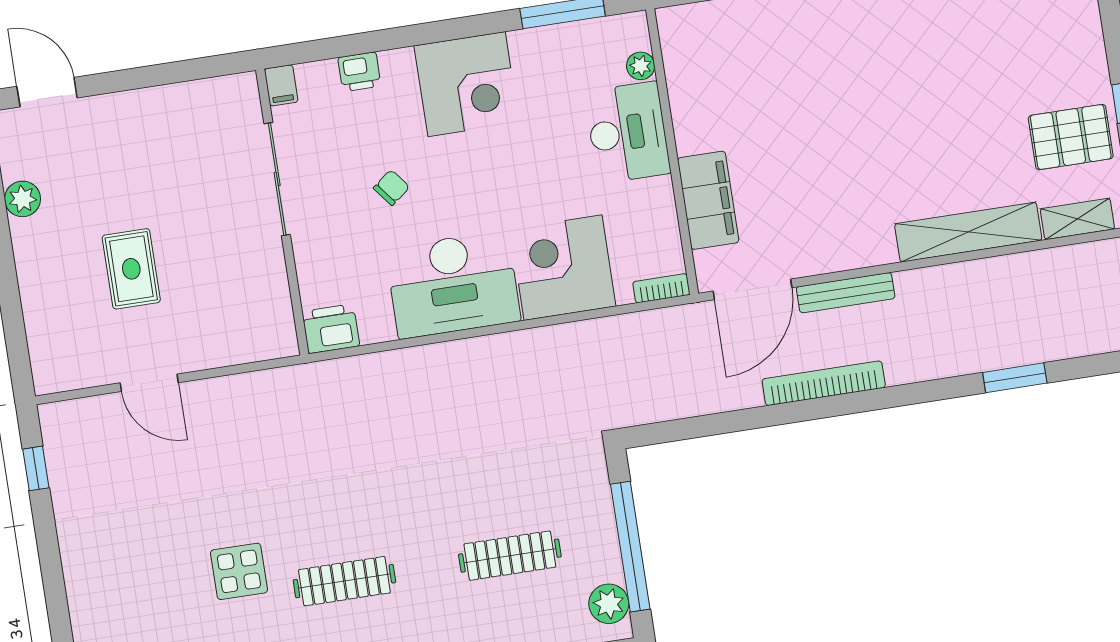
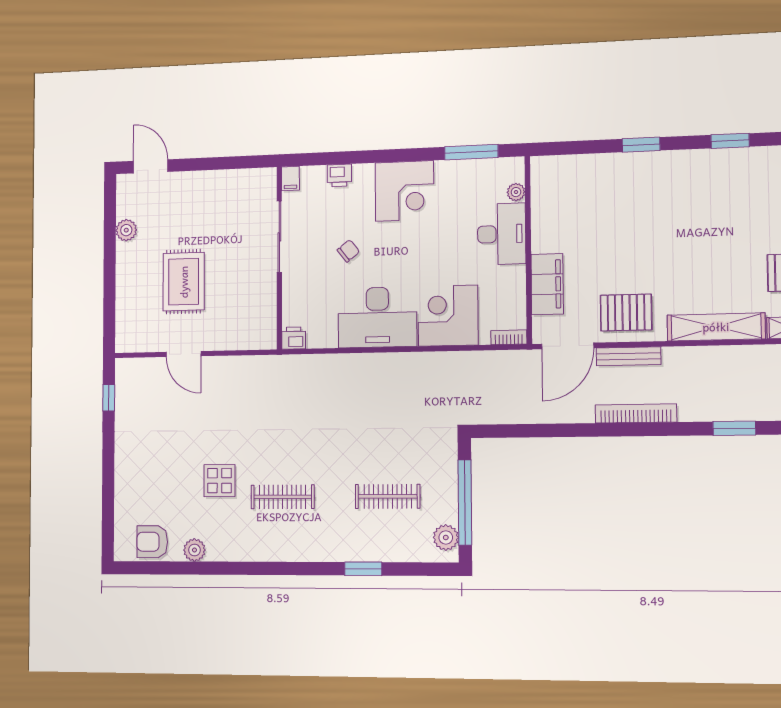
pallet: (833, 228) -> (626, 313), added
rug: (131, 269) -> (184, 282), width x1.36, depth x1.43
printer: (331, 329) -> (294, 338), width x0.73, depth x0.81
bookcase: (824, 383) -> (636, 413), moved

